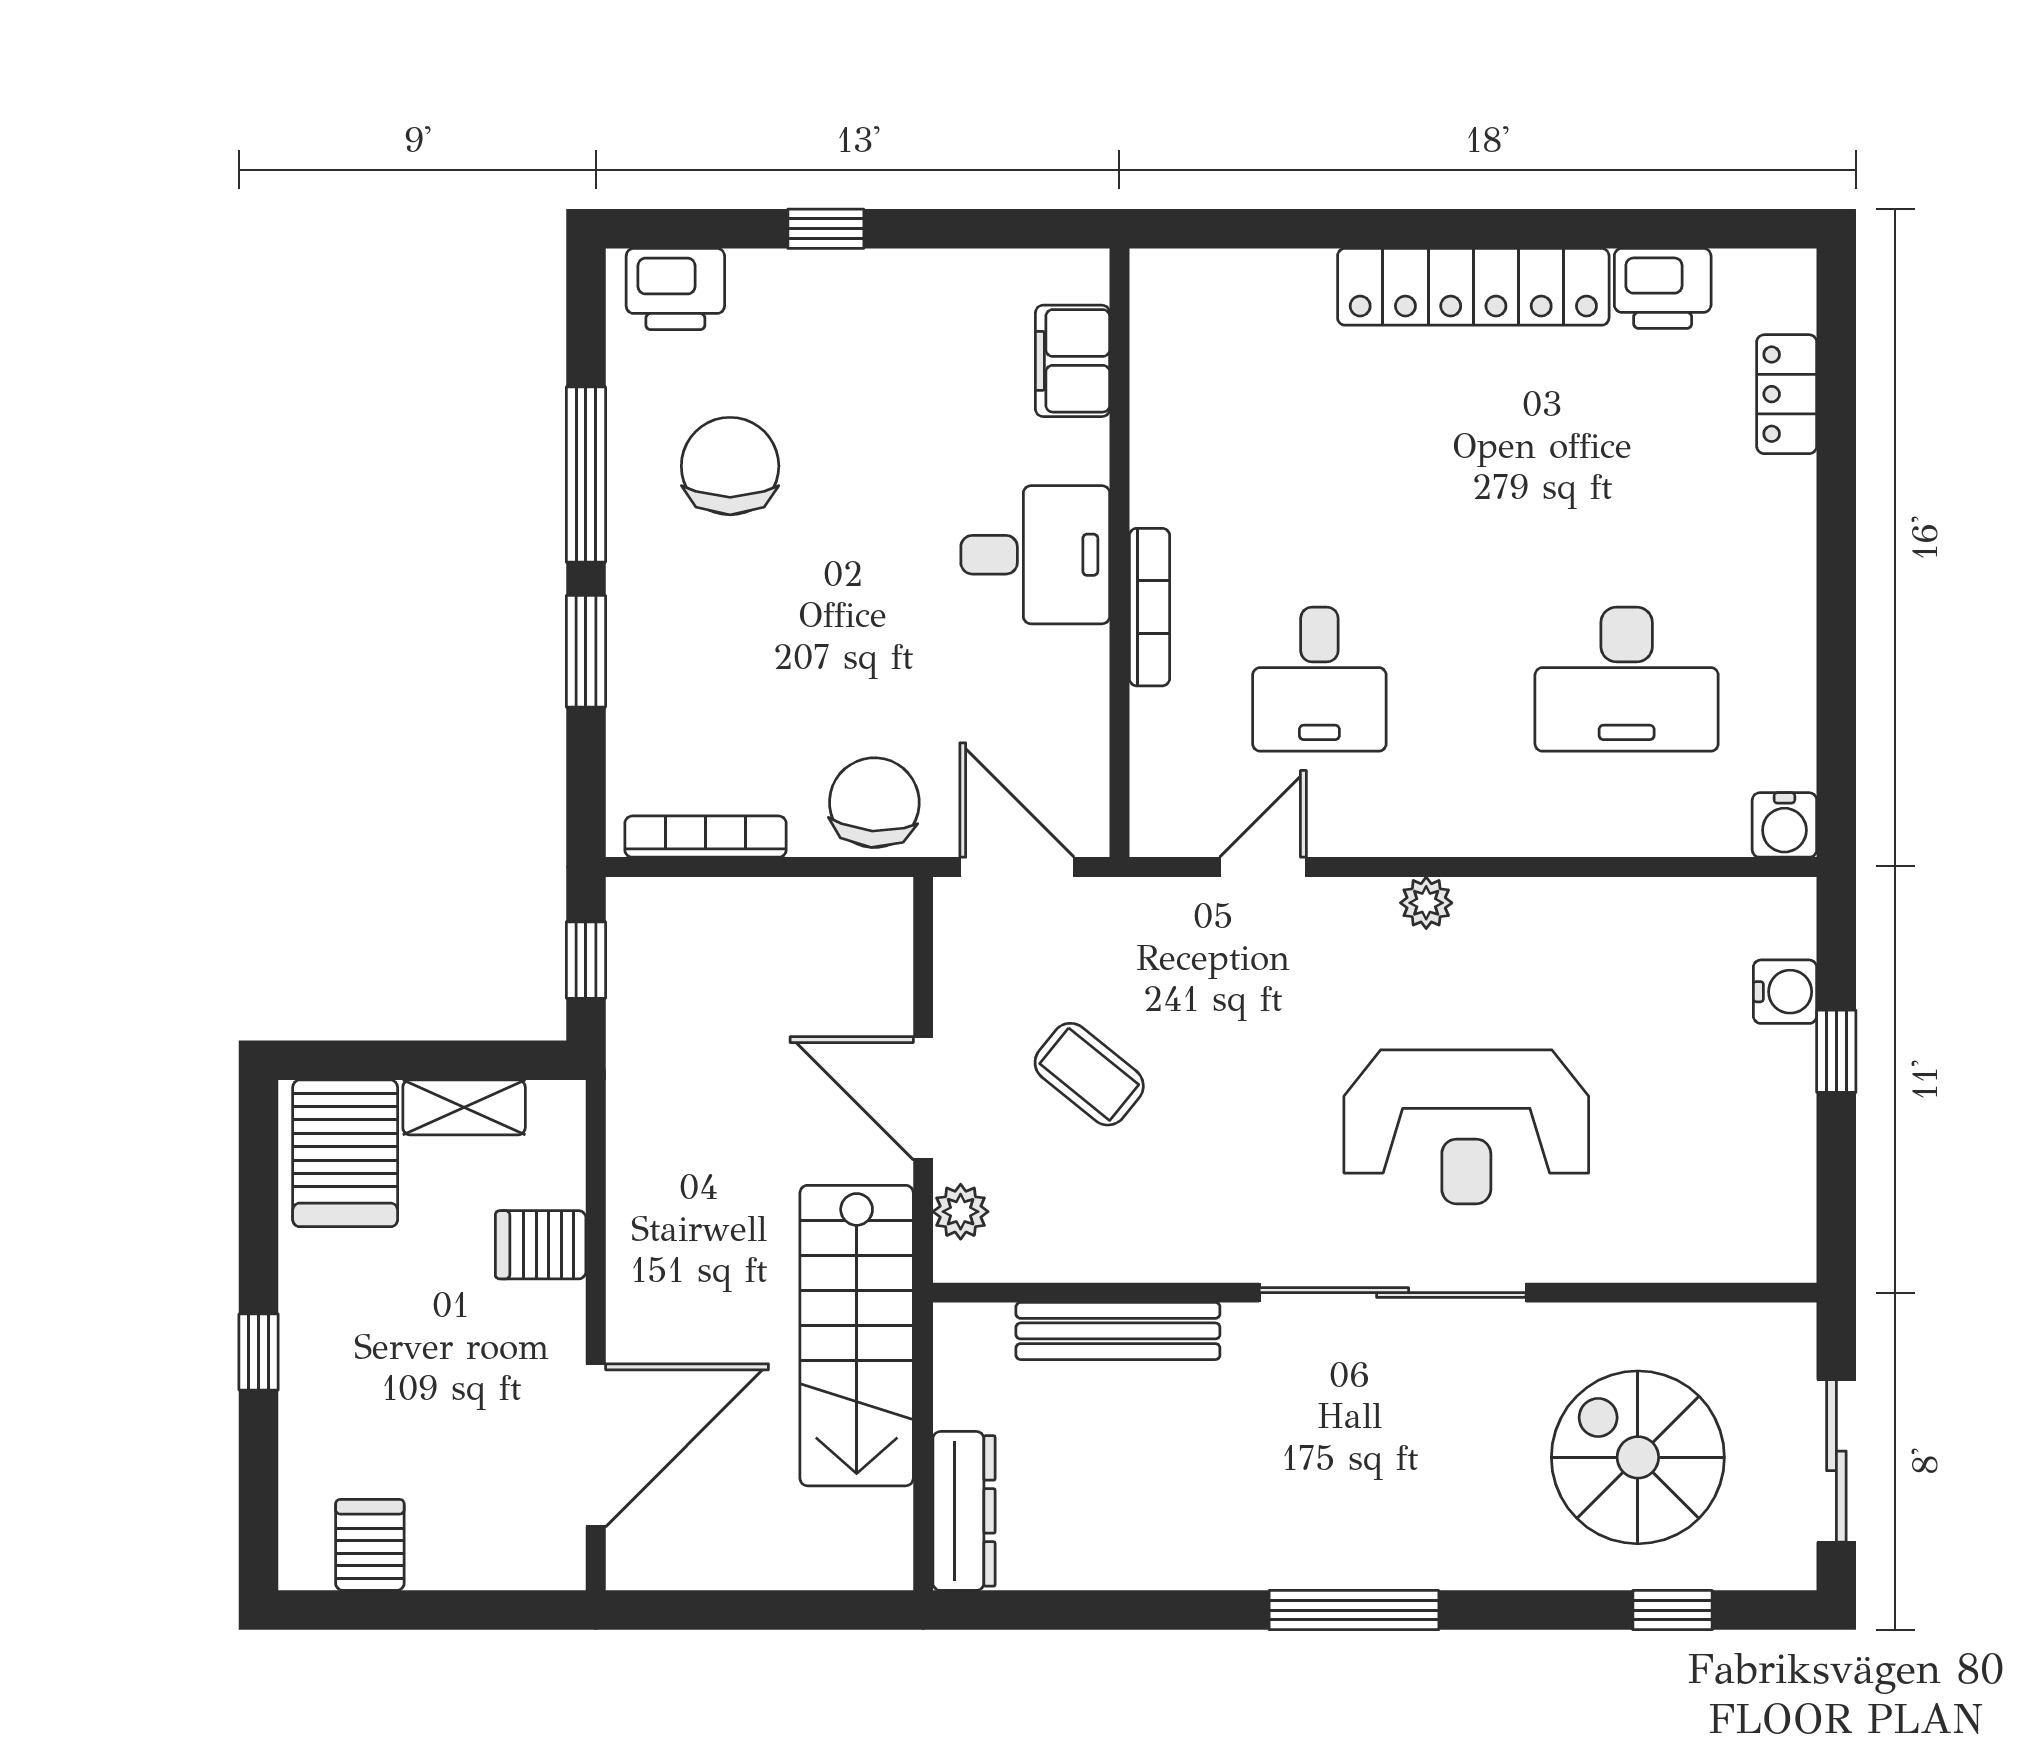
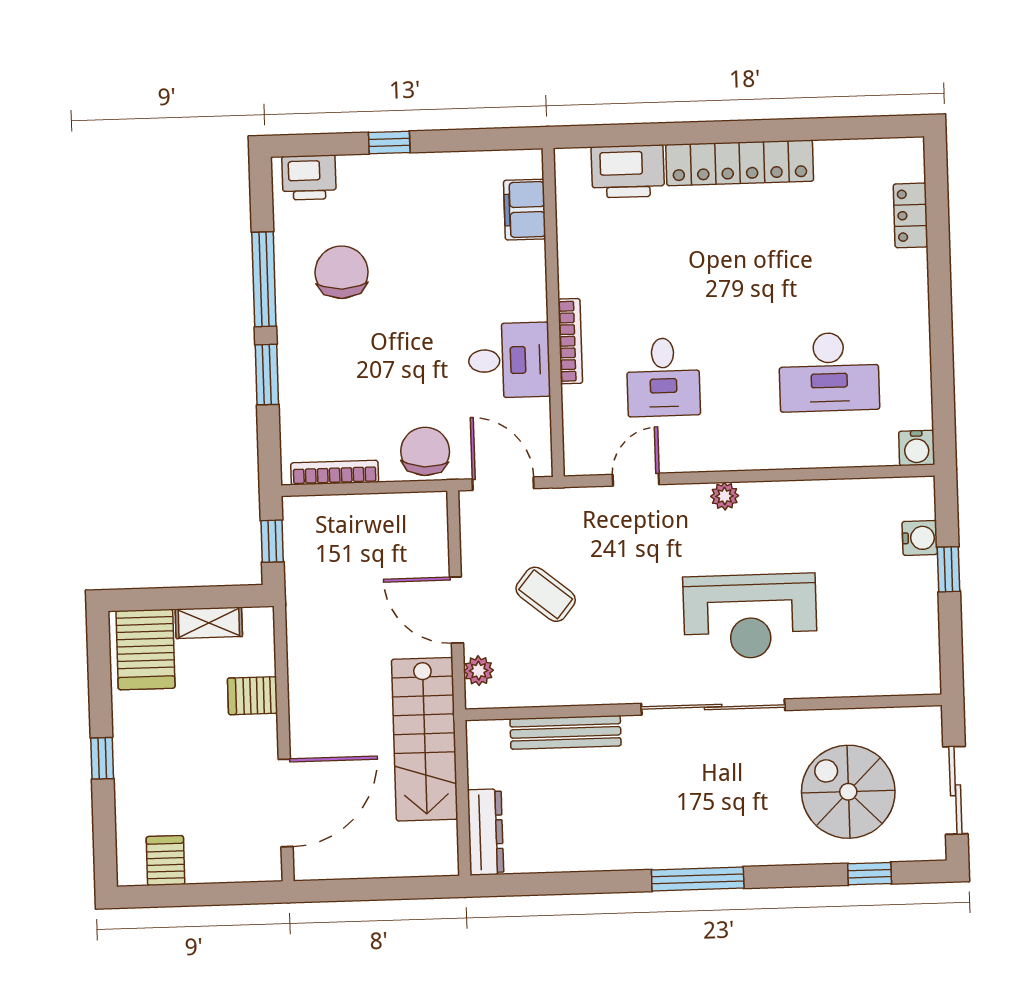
printer: (1663, 288) -> (628, 171), moved, width x1.37, depth x1.19
desk: (1035, 555) -> (509, 360), moved

